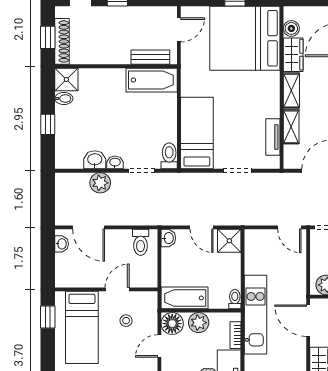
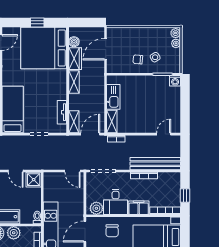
shelving: (291, 127) -> (74, 122), moved
door: (308, 321) -> (85, 232), hinge flipped

